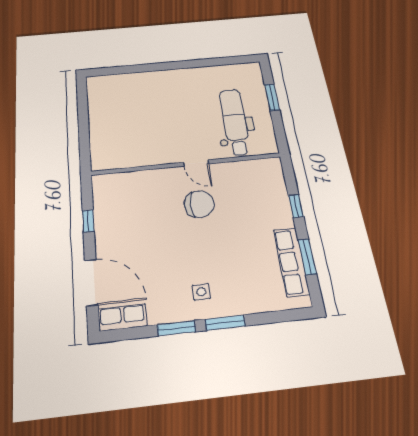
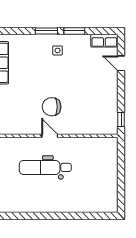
dental chair: (235, 122) -> (45, 167), moved, turned 90
window: (88, 221) -> (121, 119), moved
door: (91, 282) -> (121, 63), width x0.53

